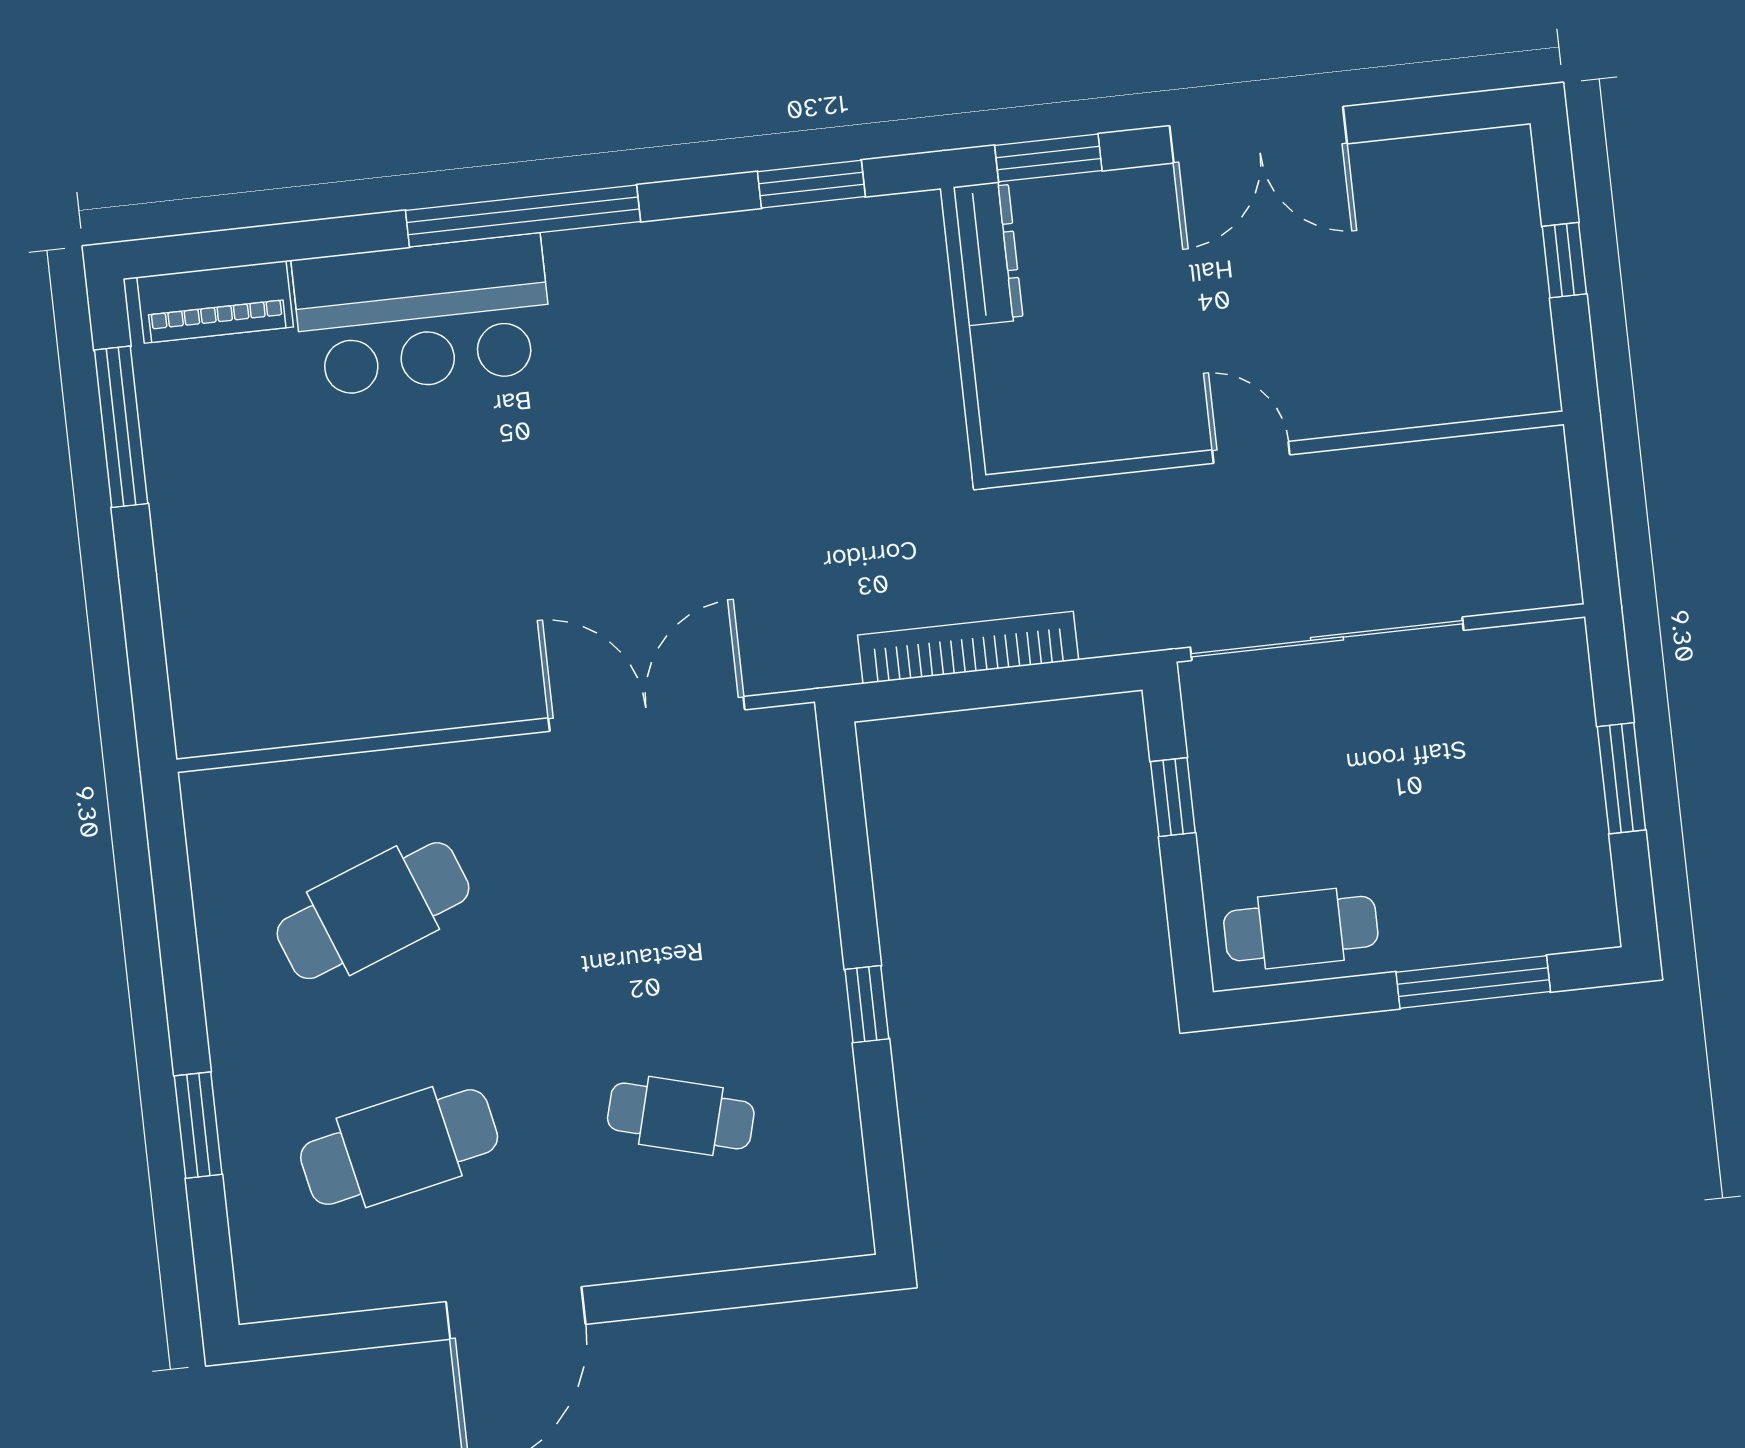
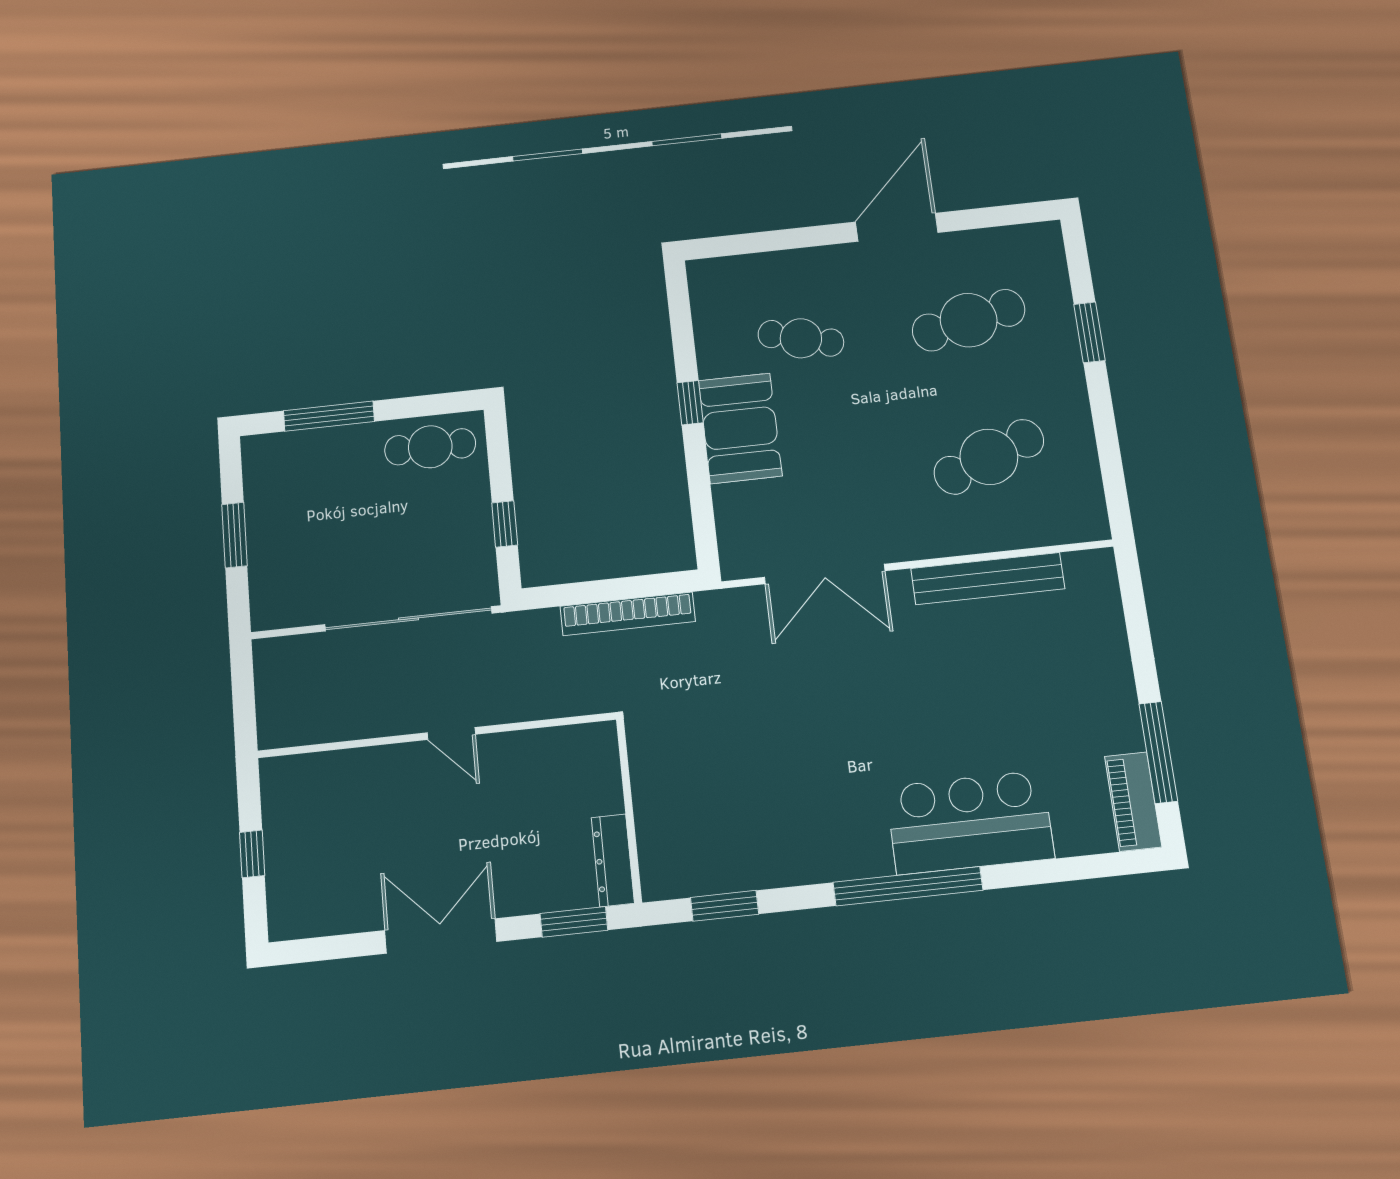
piano: (215, 302) -> (1133, 802), moved, turned -90
bench: (382, 707) -> (988, 579), added
booth: (784, 960) -> (740, 428), added

